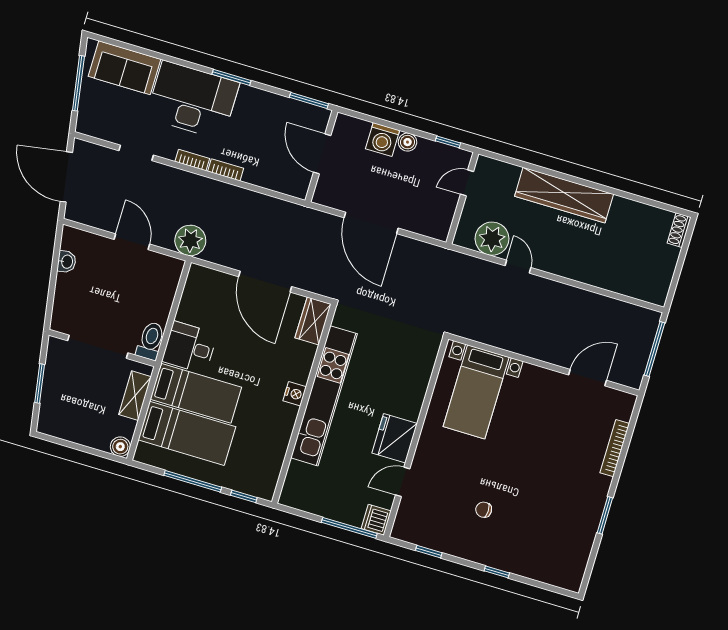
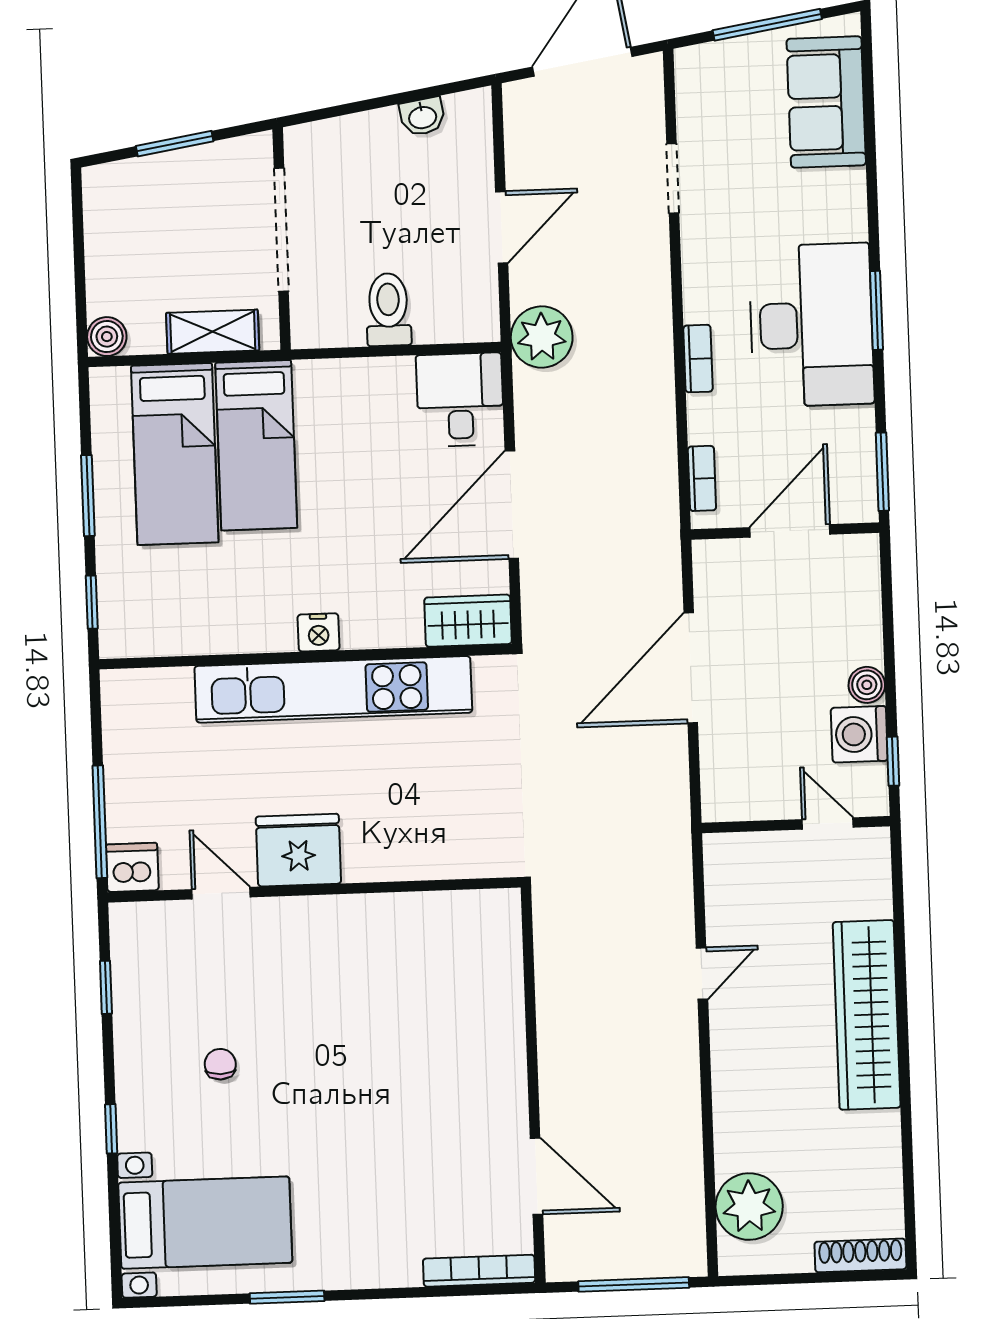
desk: (193, 100) -> (811, 325), moved
washing machine: (383, 140) -> (859, 734), moved
bookcase: (192, 160) -> (702, 478), moved
shoe rack: (679, 230) -> (860, 1255), width x1.43
plant: (492, 239) -> (749, 1207), moved
toilet: (151, 341) -> (388, 310), moved, turned -90
desk: (190, 347) -> (460, 400), moved
bed with nightstands: (476, 392) -> (205, 1223), moved, turned 180
bookcase: (615, 448) -> (479, 1271), moved
window: (193, 481) -> (88, 496), width x0.69

